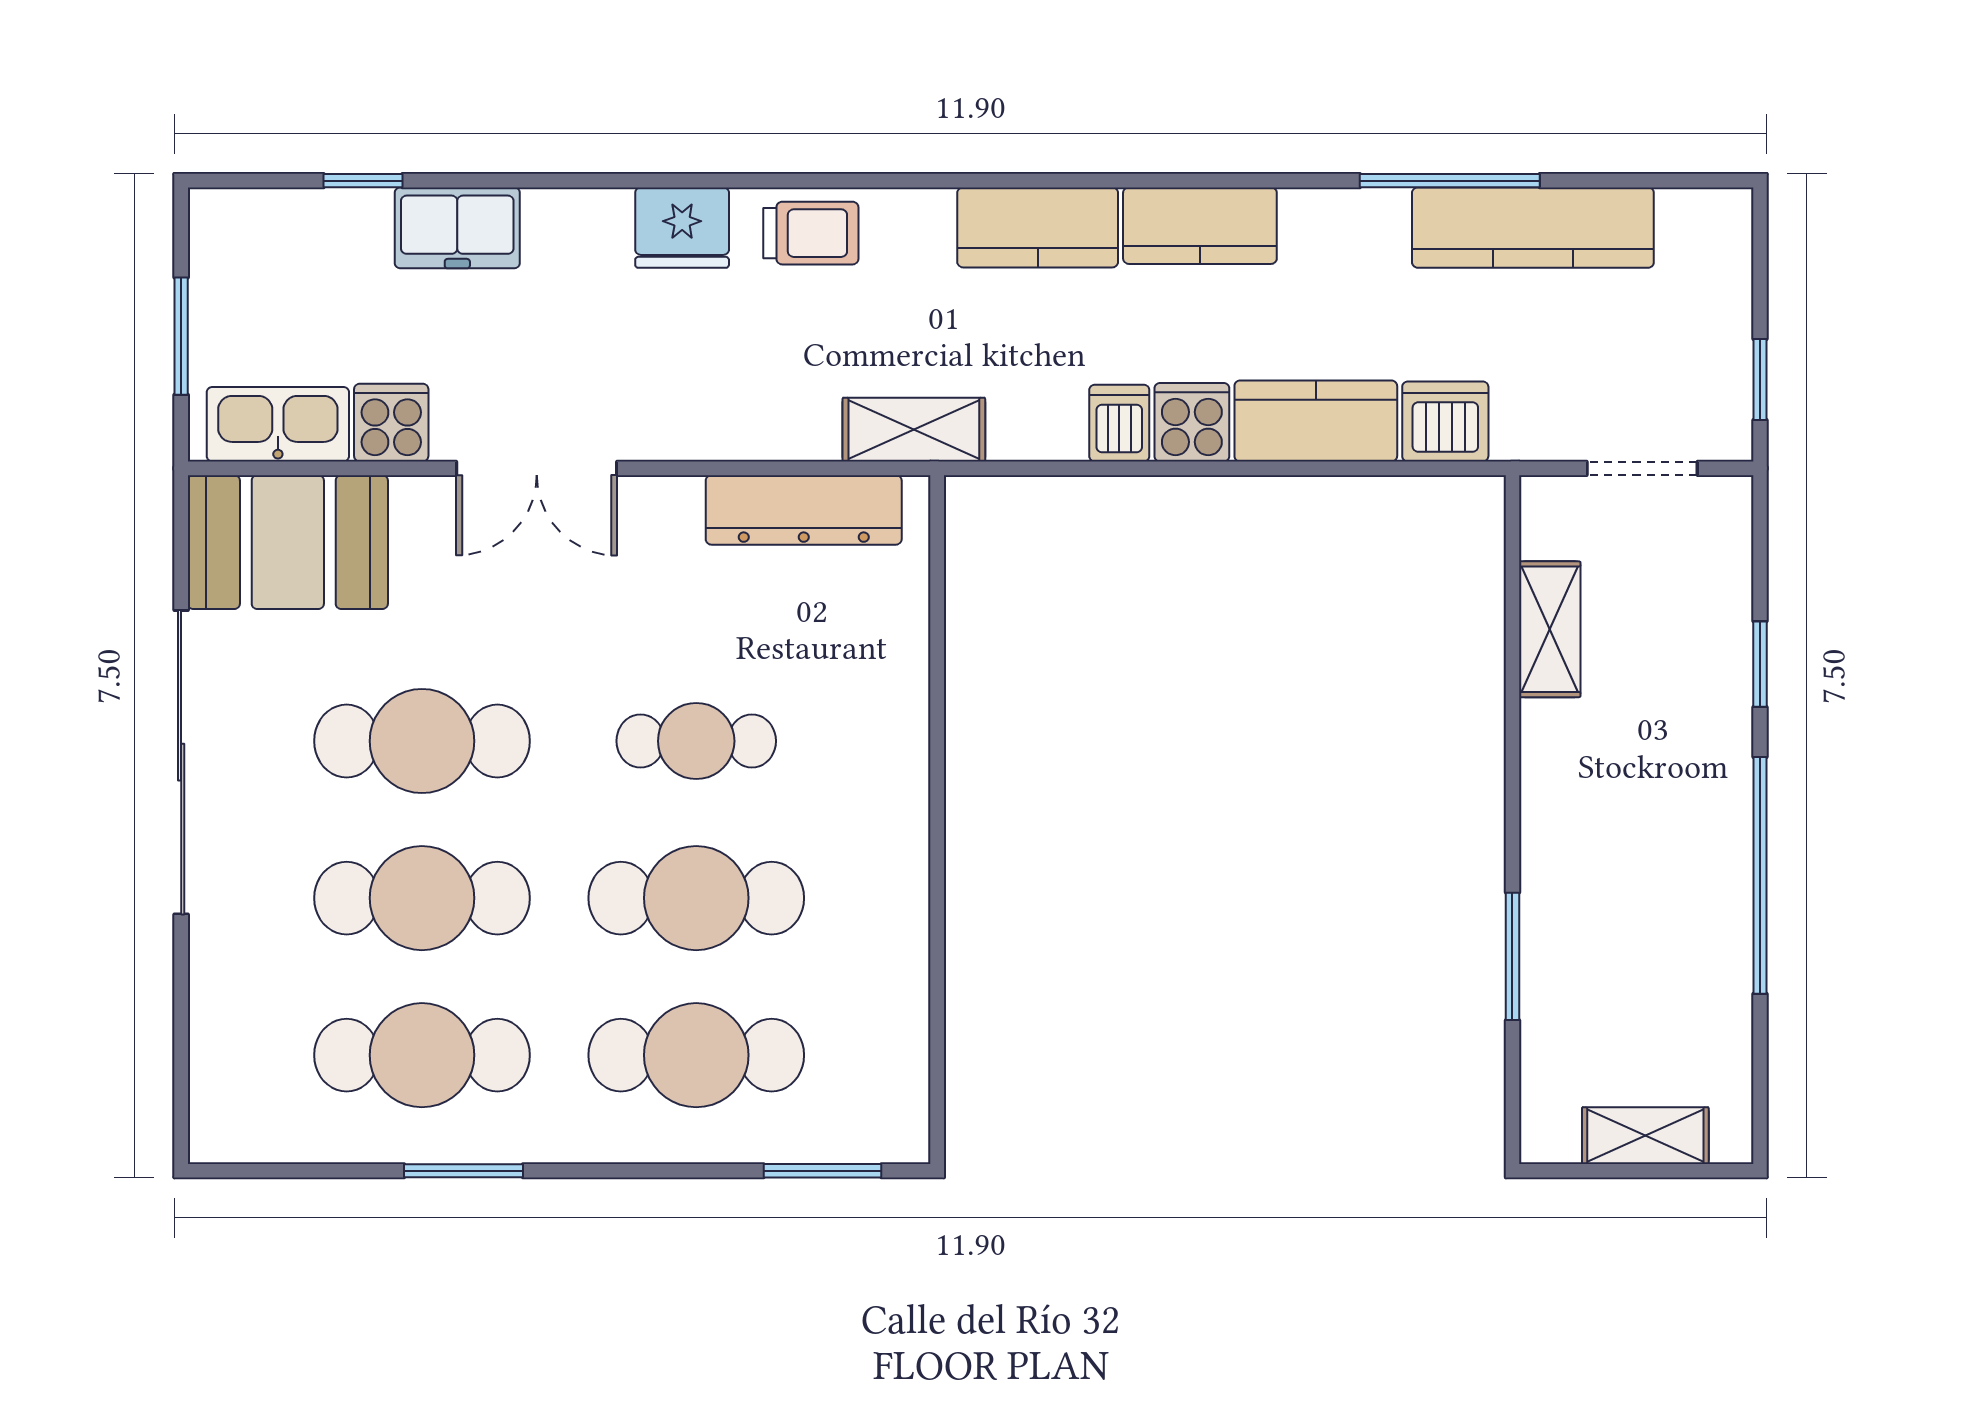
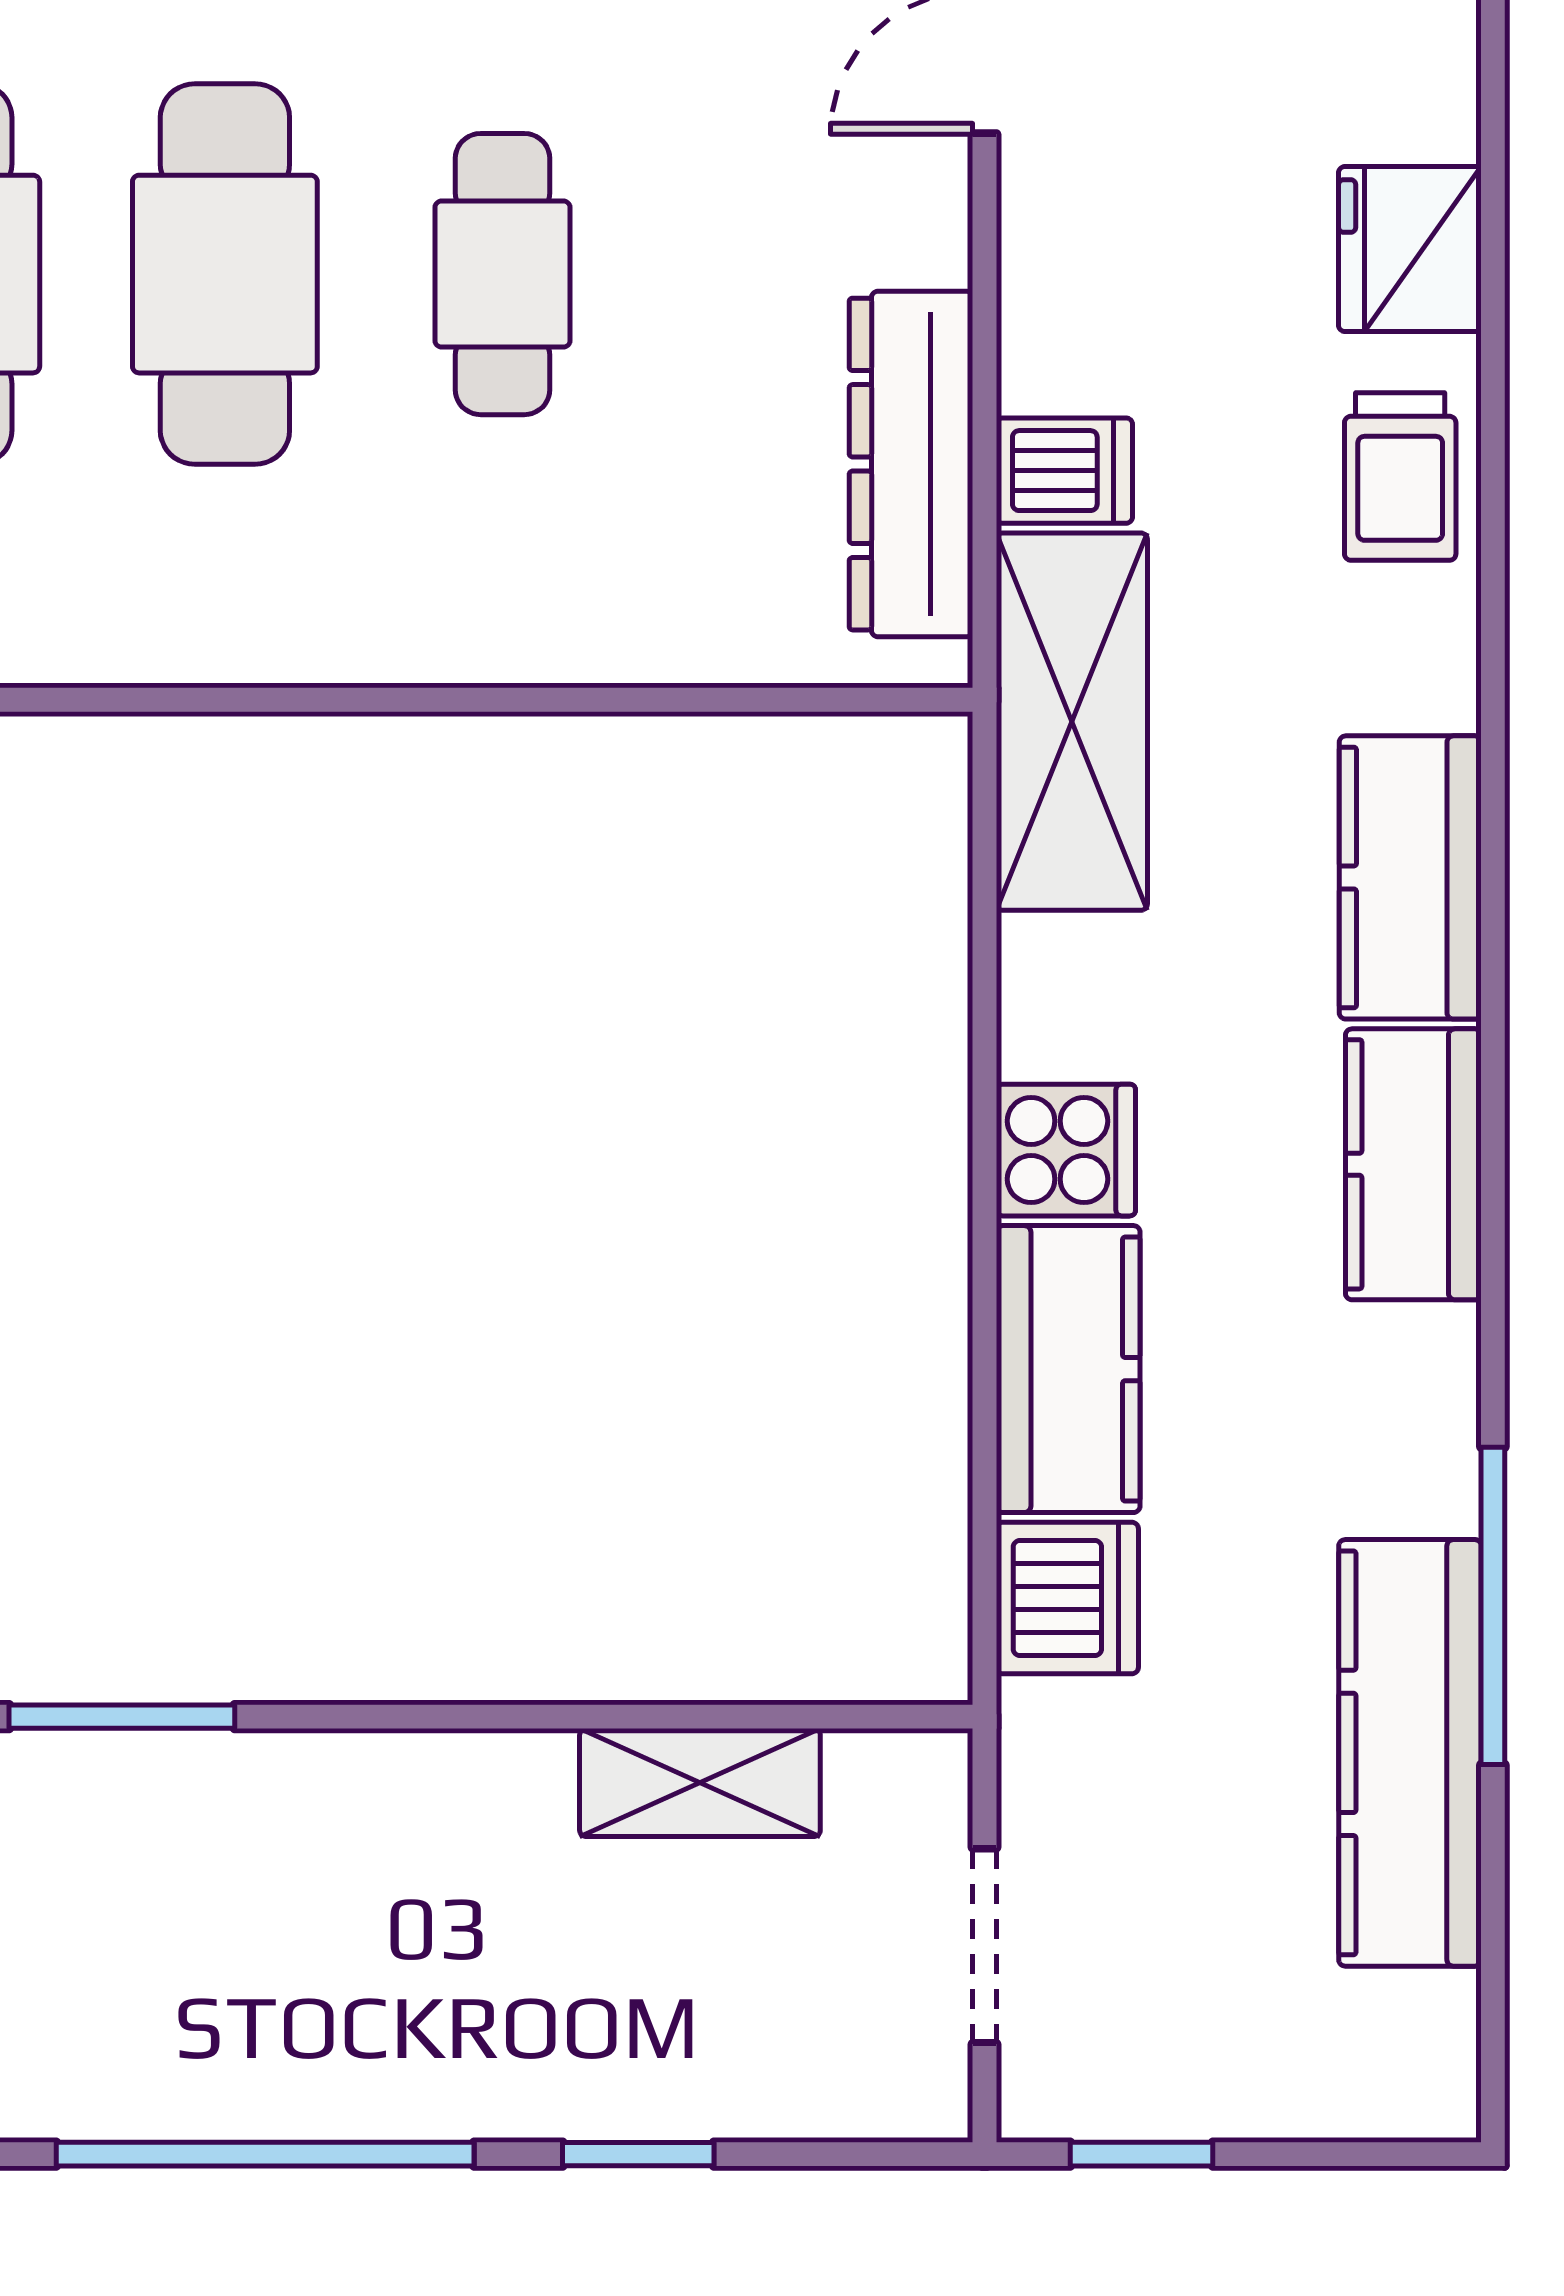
dishwasher: (1119, 423) -> (1064, 471), moved
shelving: (914, 430) -> (1072, 722), width x1.50, depth x1.33

